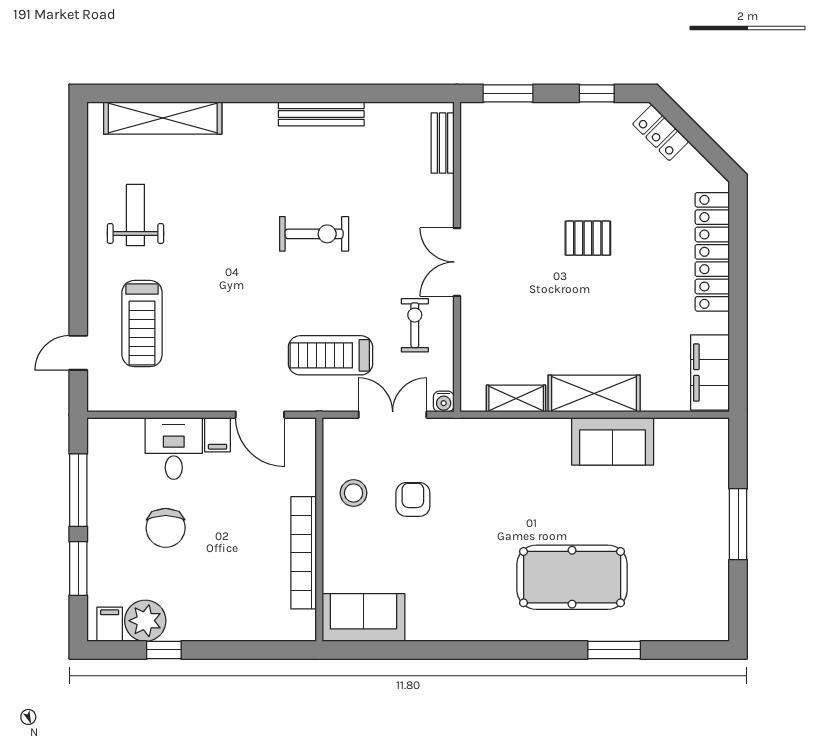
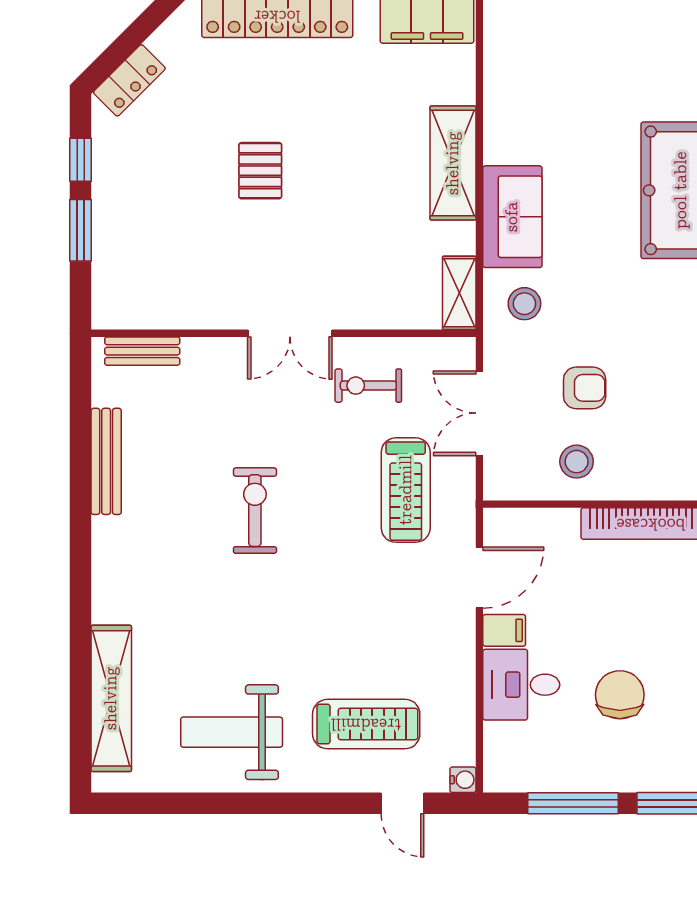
window: (508, 93) -> (81, 230), moved
bench: (321, 114) -> (106, 461), moved
weight bench: (135, 215) -> (232, 732), width x1.36, depth x1.33
shelving: (516, 398) -> (459, 293), moved
water cooler: (444, 401) -> (463, 780), moved
sofa: (613, 441) -> (512, 217), moved
stool: (481, 451) -> (524, 304), added
armchair: (413, 499) -> (585, 388), turned 180
chair: (166, 528) -> (620, 695), turned -90

